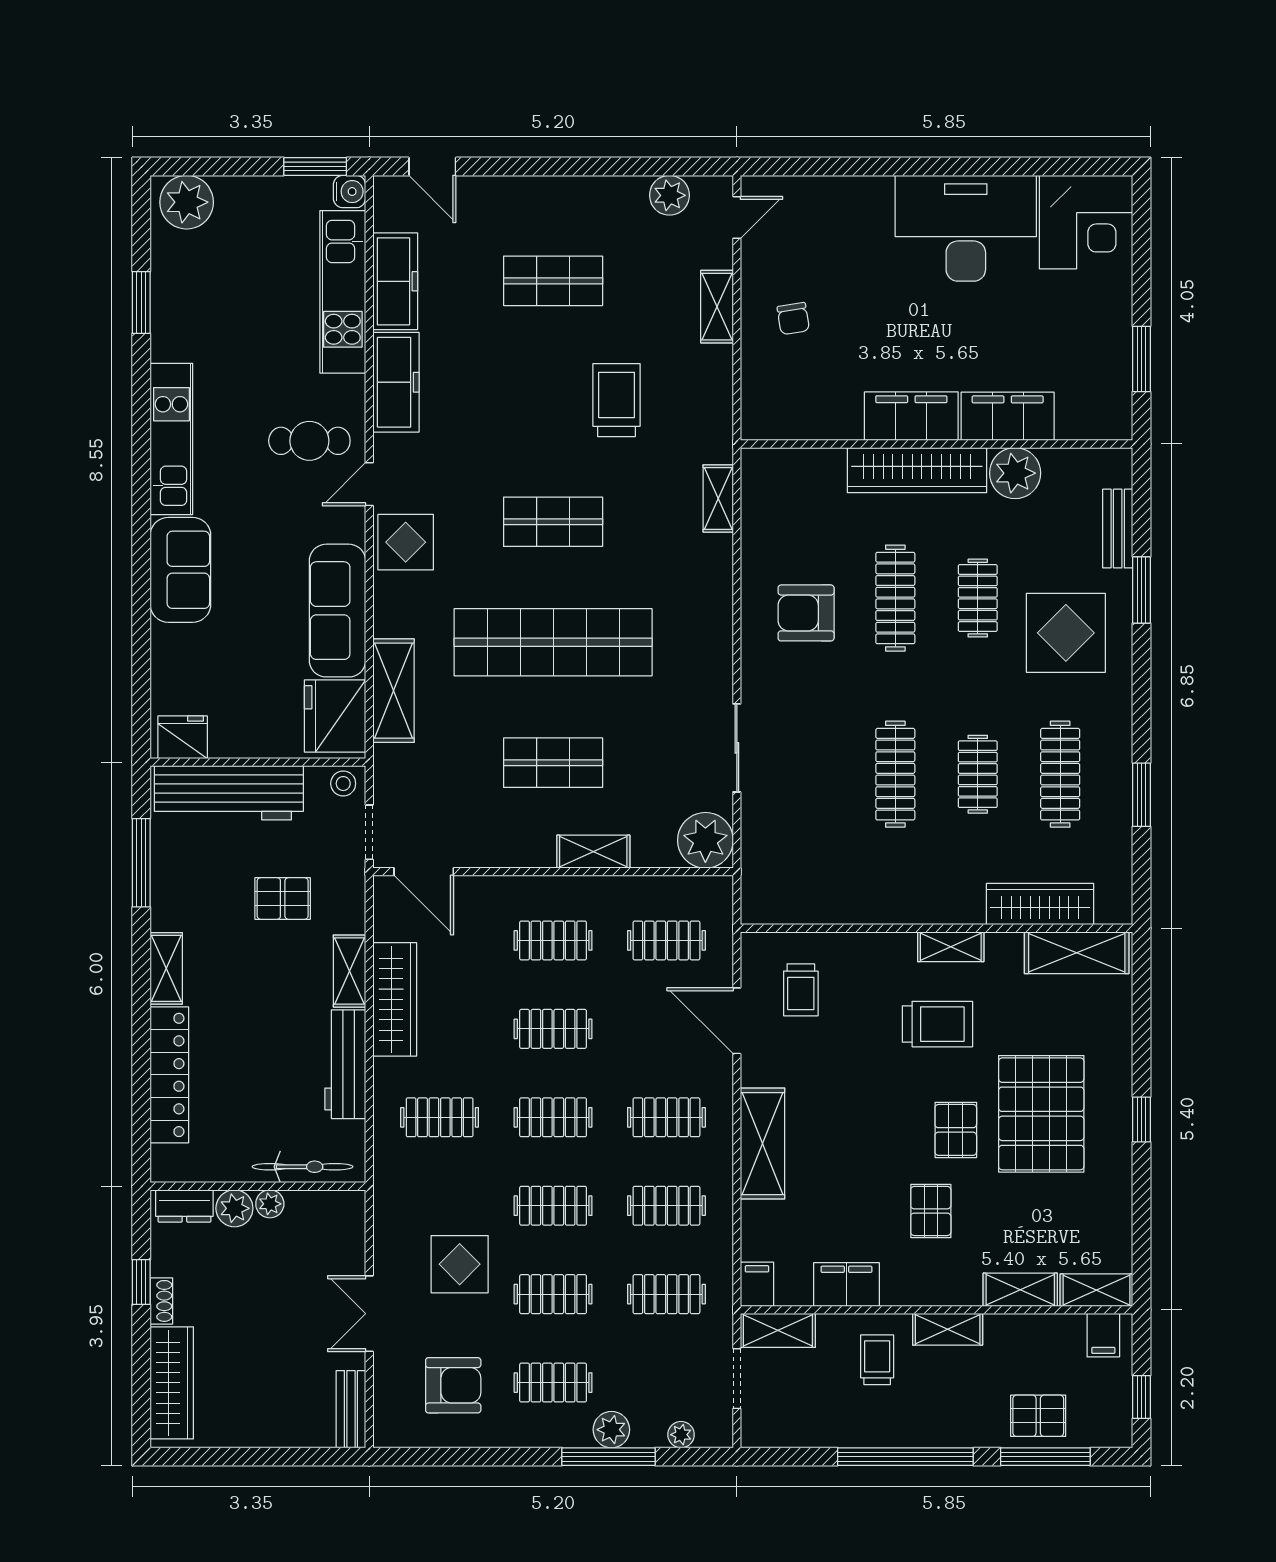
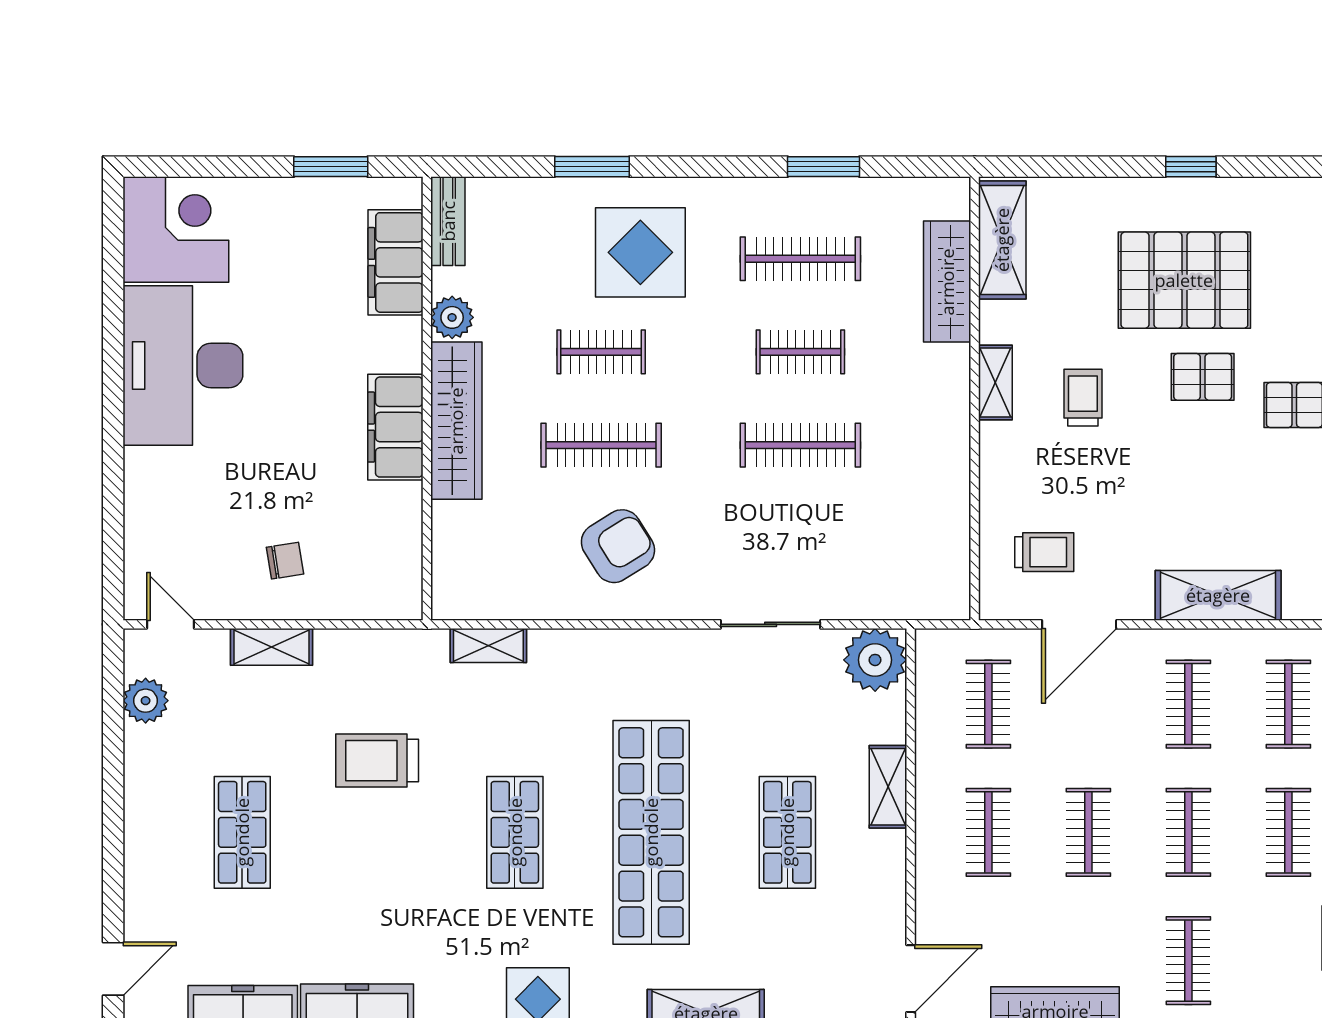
filing cabinet: (1008, 416) -> (395, 262), moved
plant: (1015, 473) -> (452, 317), width x0.73, depth x0.73
bench: (1118, 529) -> (448, 221), moved, turned 90
armchair: (806, 613) -> (618, 546), turned -122
trolley: (937, 1024) -> (1083, 398), width x0.73, depth x0.72

